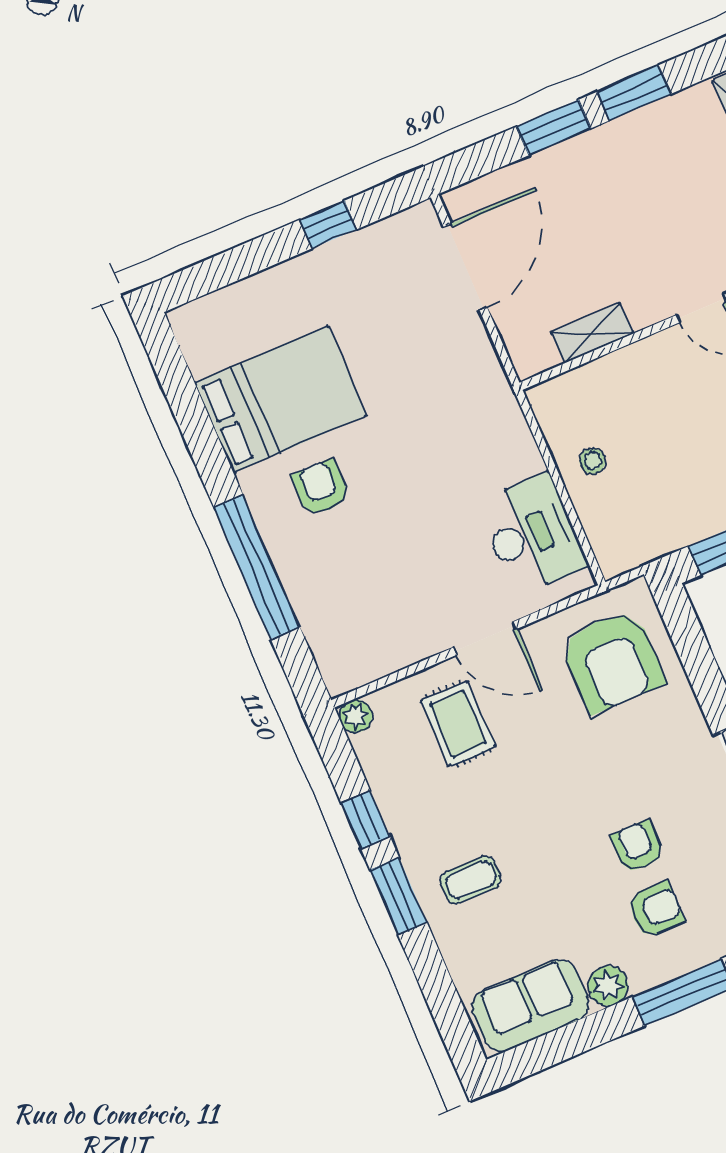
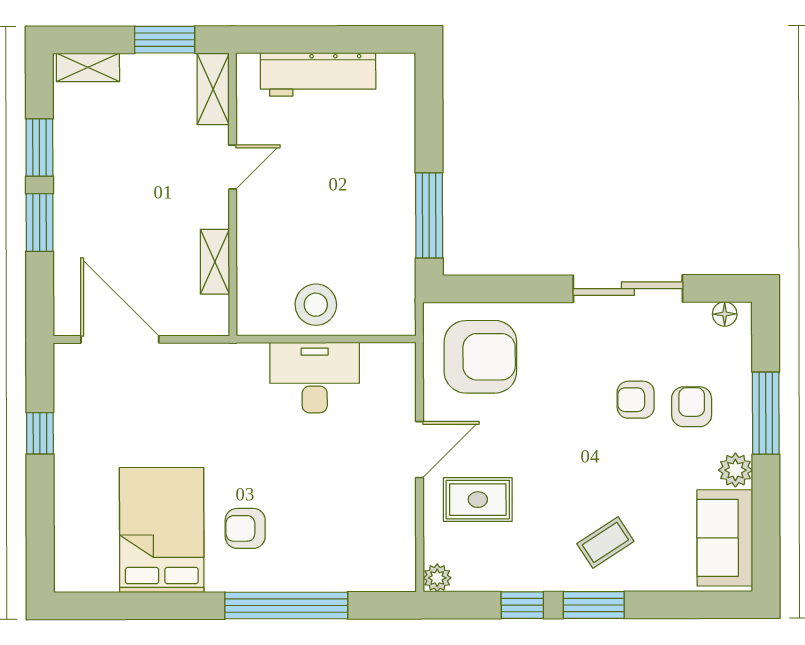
stool: (592, 461) -> (316, 305), width x1.89, depth x1.89
desk: (532, 535) -> (315, 378), moved
coffee table: (471, 880) -> (605, 542), turned 57

